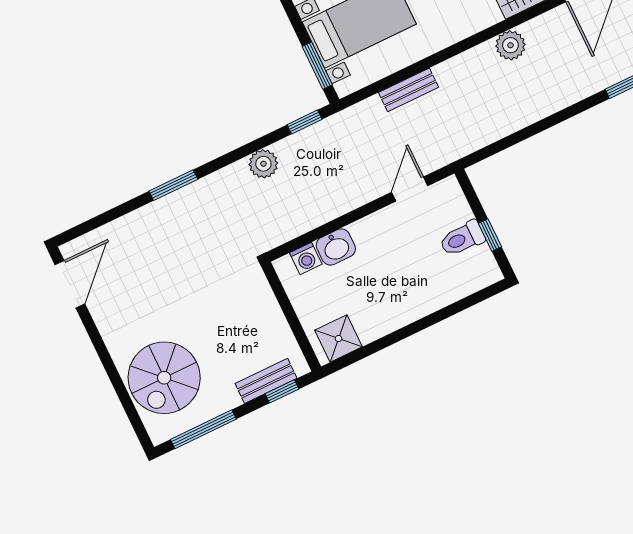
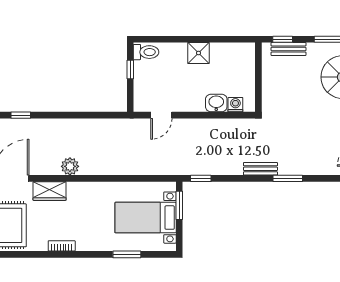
bench: (408, 90) -> (260, 169), moved
plant: (263, 164) -> (234, 167), removed
toilet: (462, 239) -> (146, 52), moved
shower: (339, 339) -> (198, 53), moved

